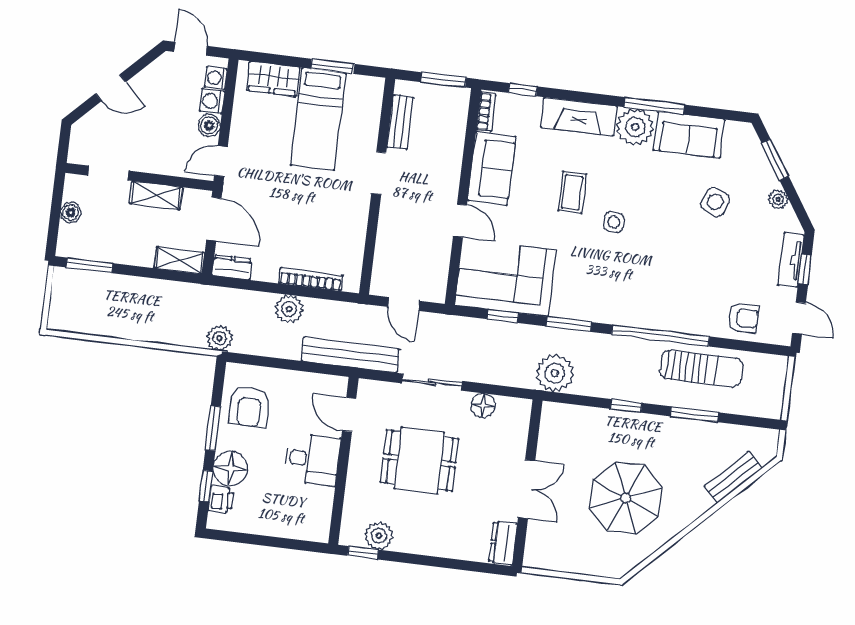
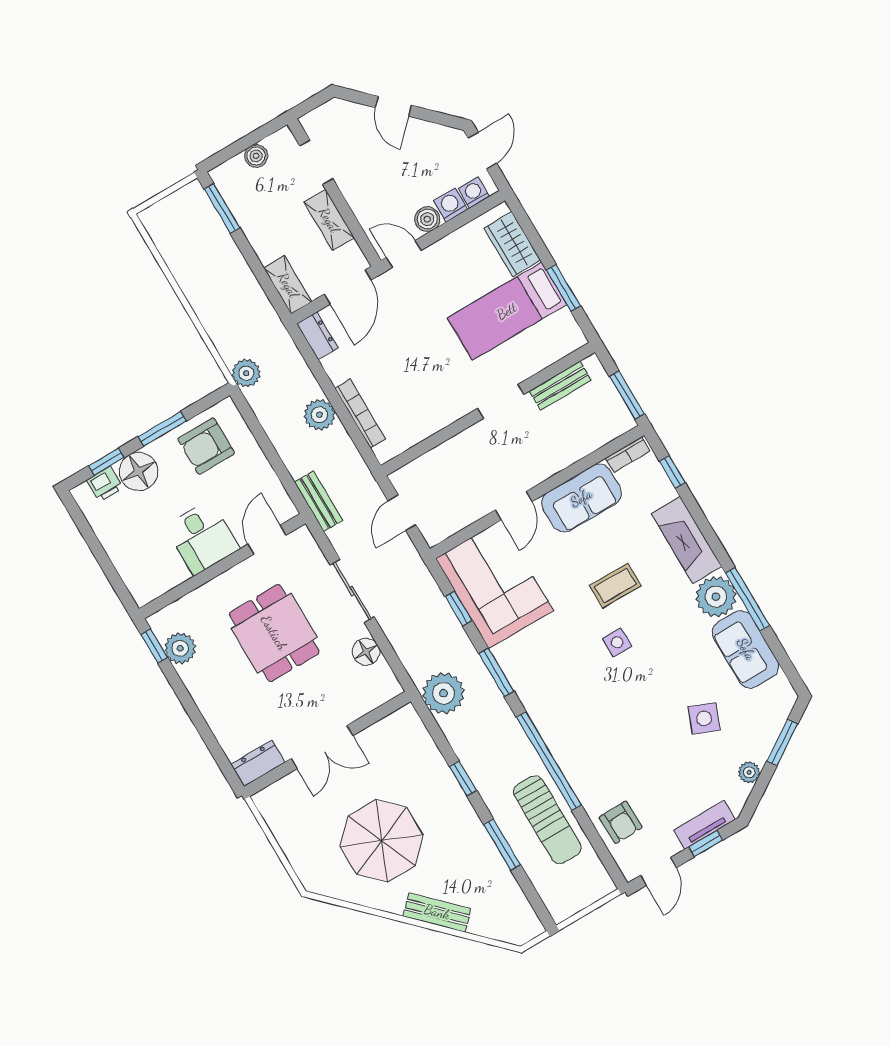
bench: (350, 355) -> (318, 501), width x0.54, depth x0.82
bench: (733, 477) -> (437, 912), moved

